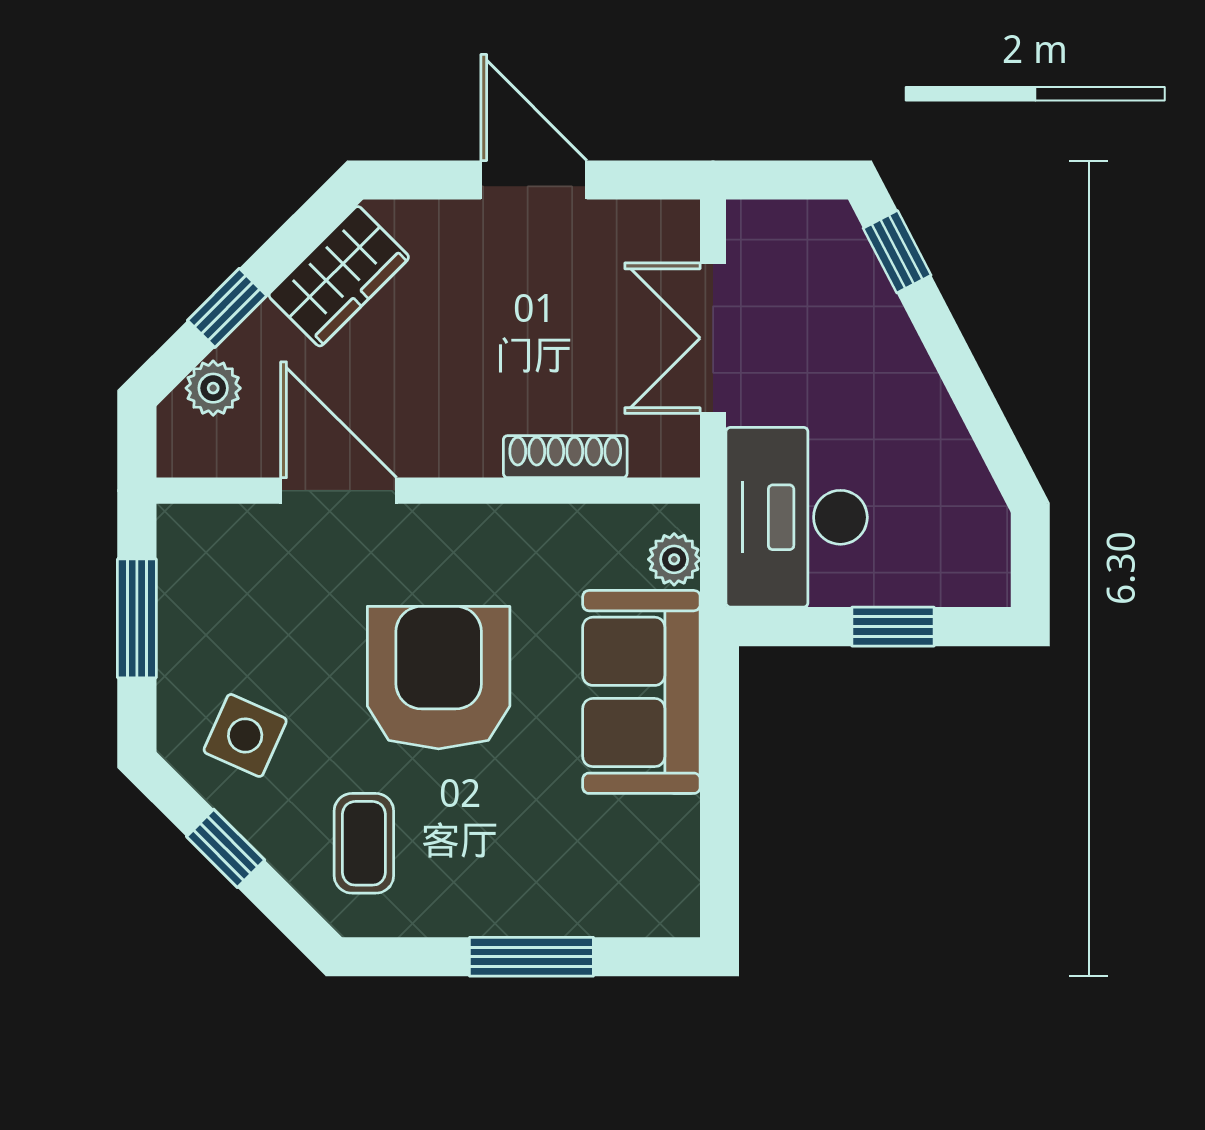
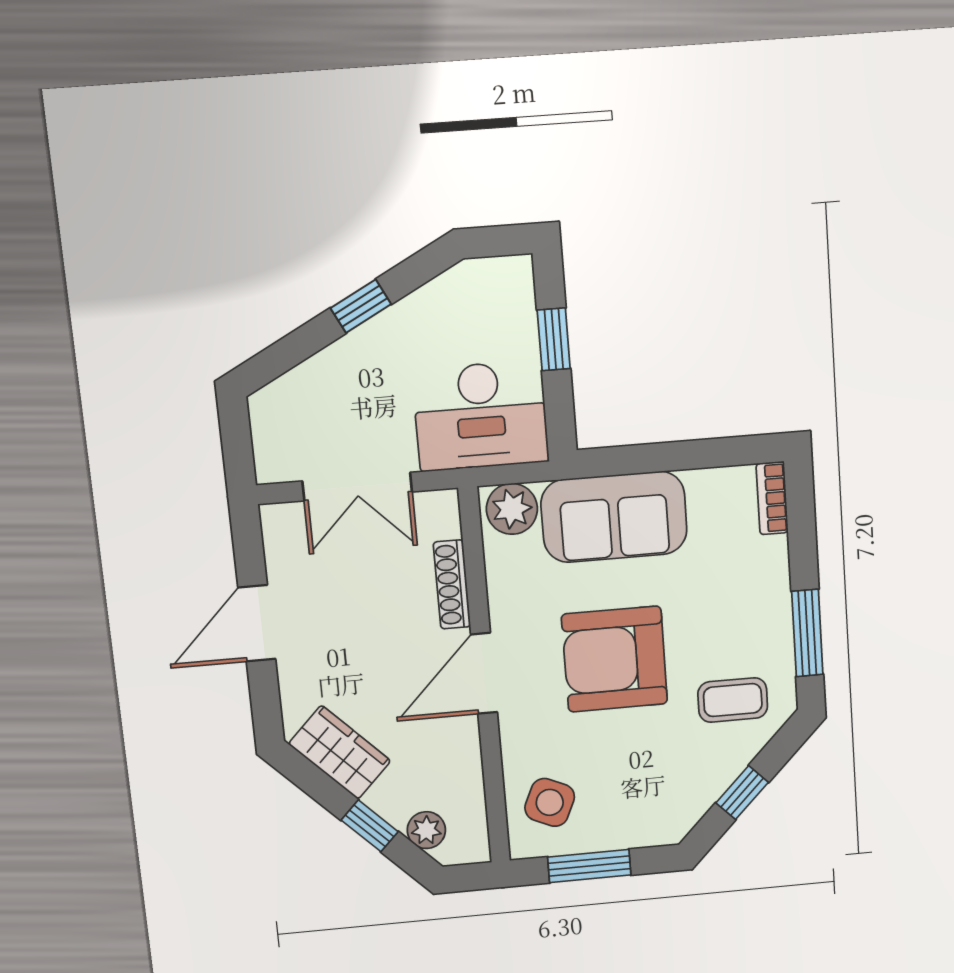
window: (897, 252) -> (361, 306), moved
door: (339, 491) -> (484, 673), moved
plant: (674, 559) -> (512, 509), width x1.38, depth x1.38
side table: (245, 735) -> (550, 802), moved
bookcase: (649, 917) -> (772, 498), added
window: (531, 957) -> (807, 633), moved

